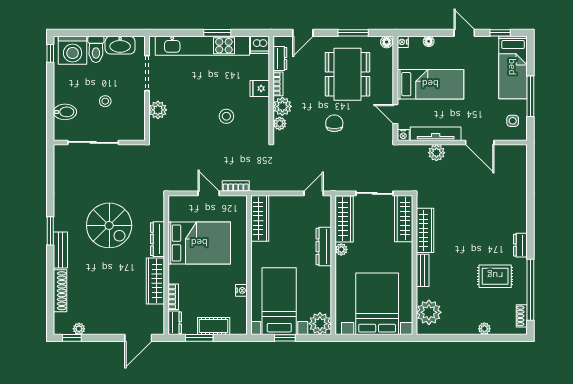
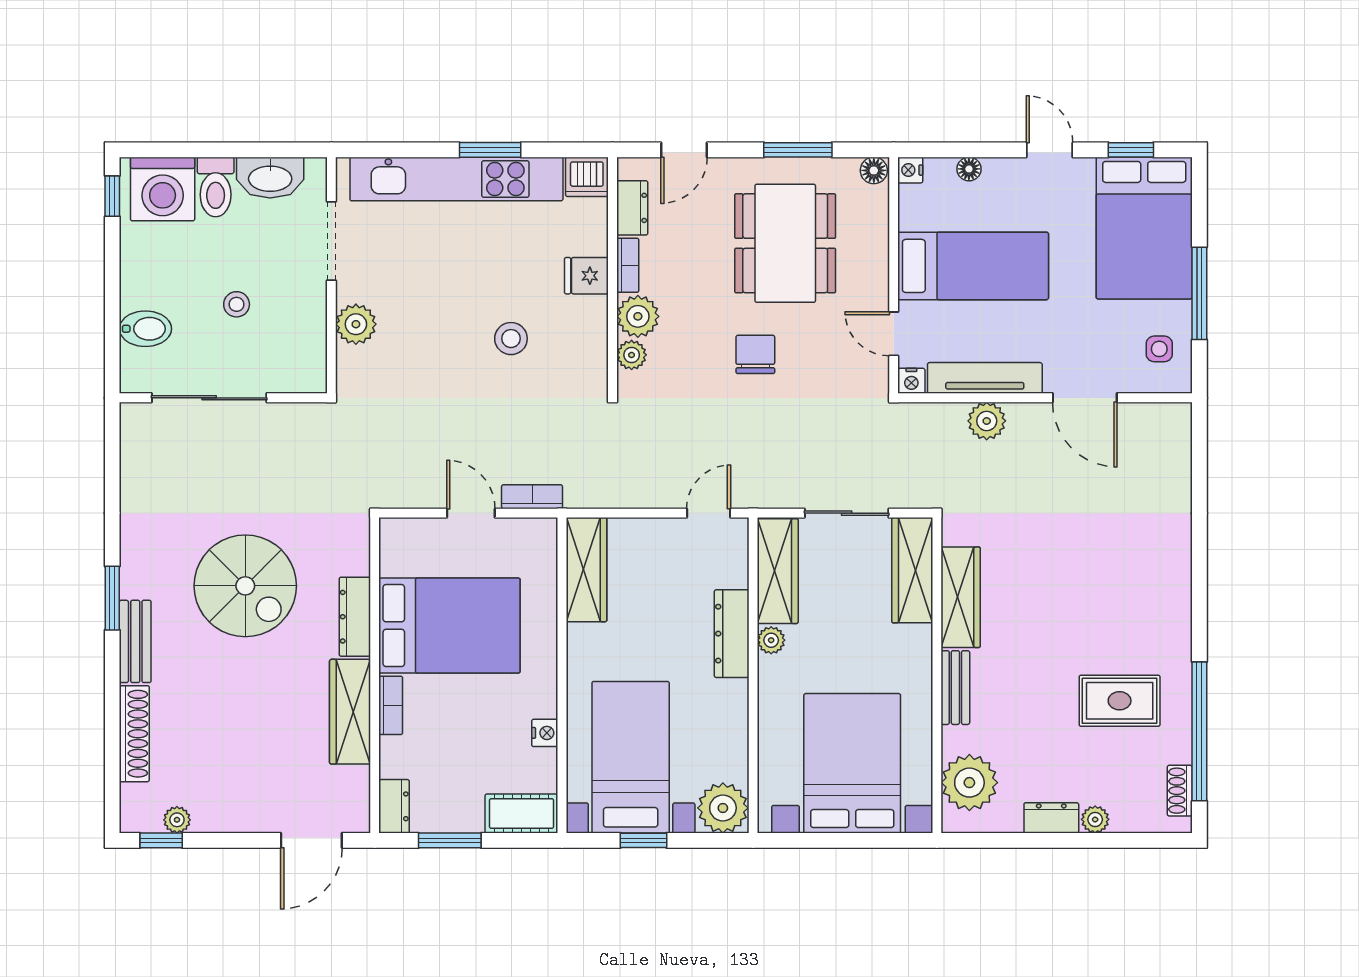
bed: (513, 67) -> (1144, 228), width x1.50
dresser: (520, 245) -> (1051, 818), moved, turned 90
bookcase: (173, 297) -> (391, 705), moved
cot: (214, 326) -> (521, 814), moved

